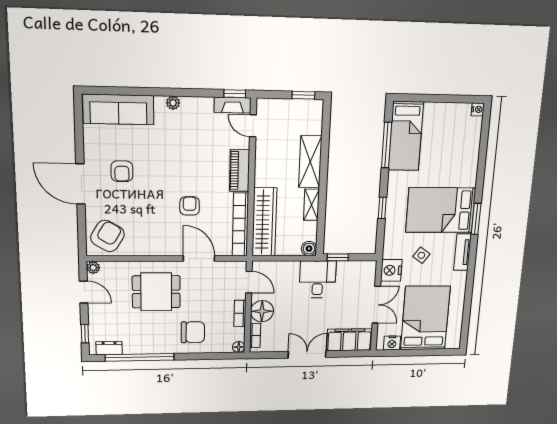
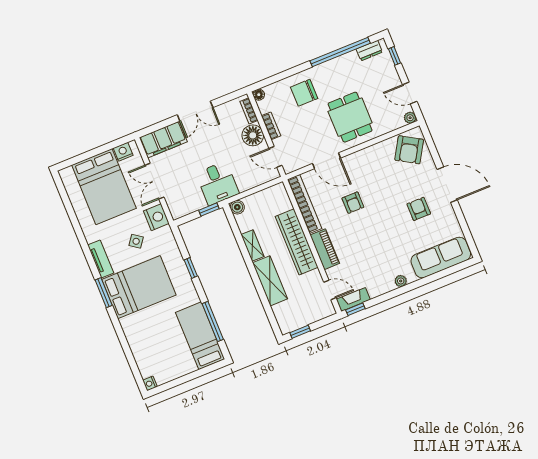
wardrobe: (264, 222) -> (297, 242), moved
dining table: (156, 292) -> (350, 117), turned 90

